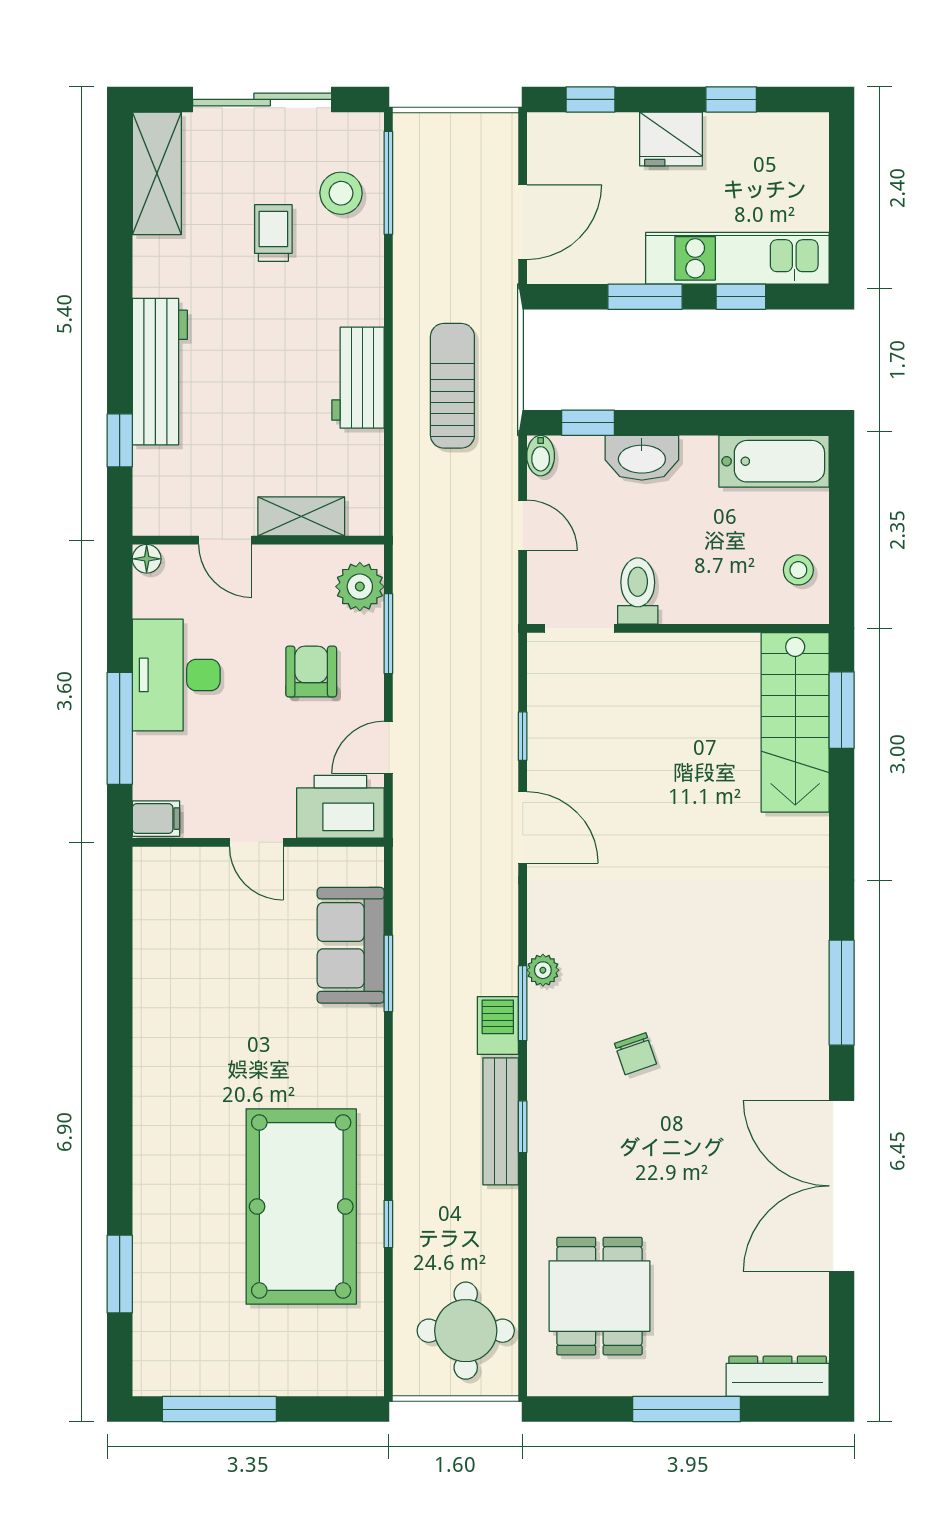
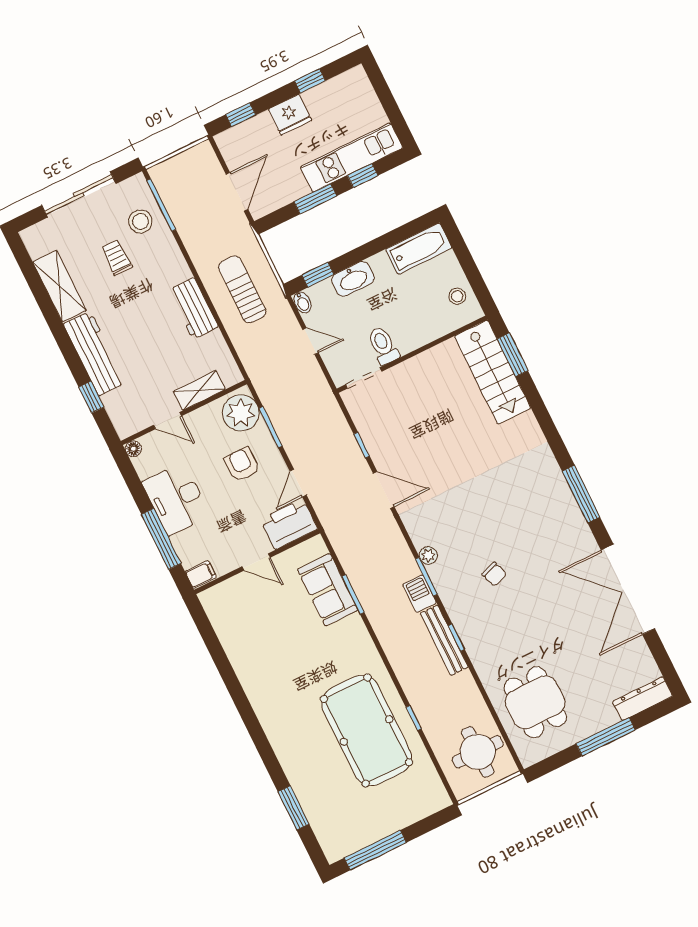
shelving: (157, 173) -> (59, 286), moved
plant: (360, 587) -> (241, 413), width x1.36, depth x1.36

